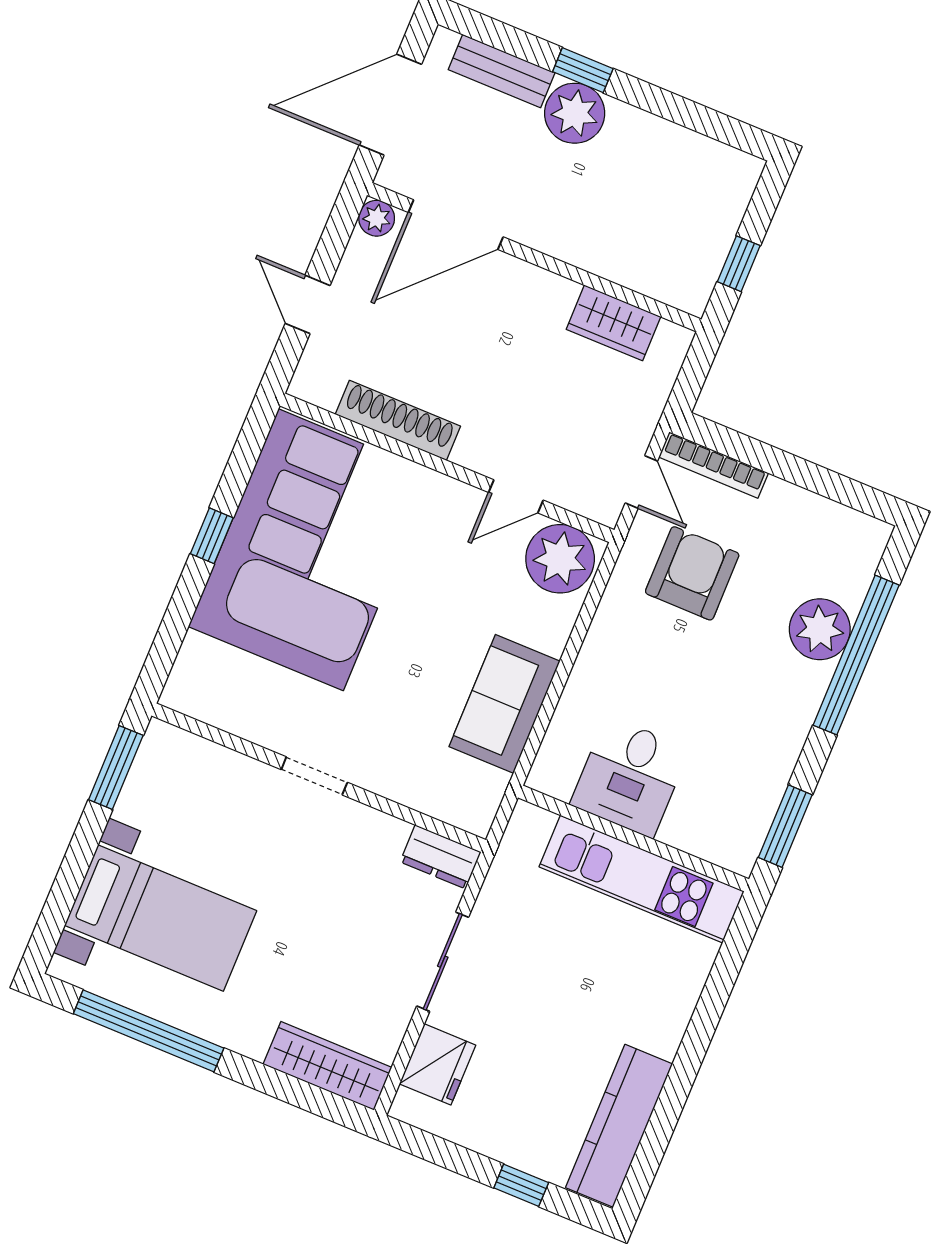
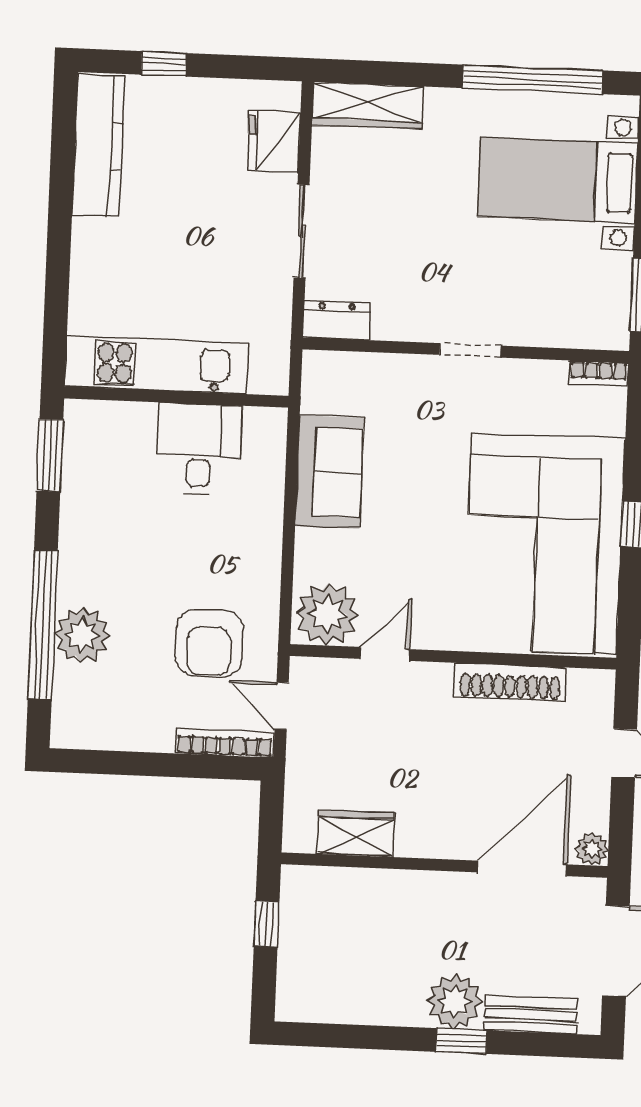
bookcase: (191, 704) -> (599, 373), added

